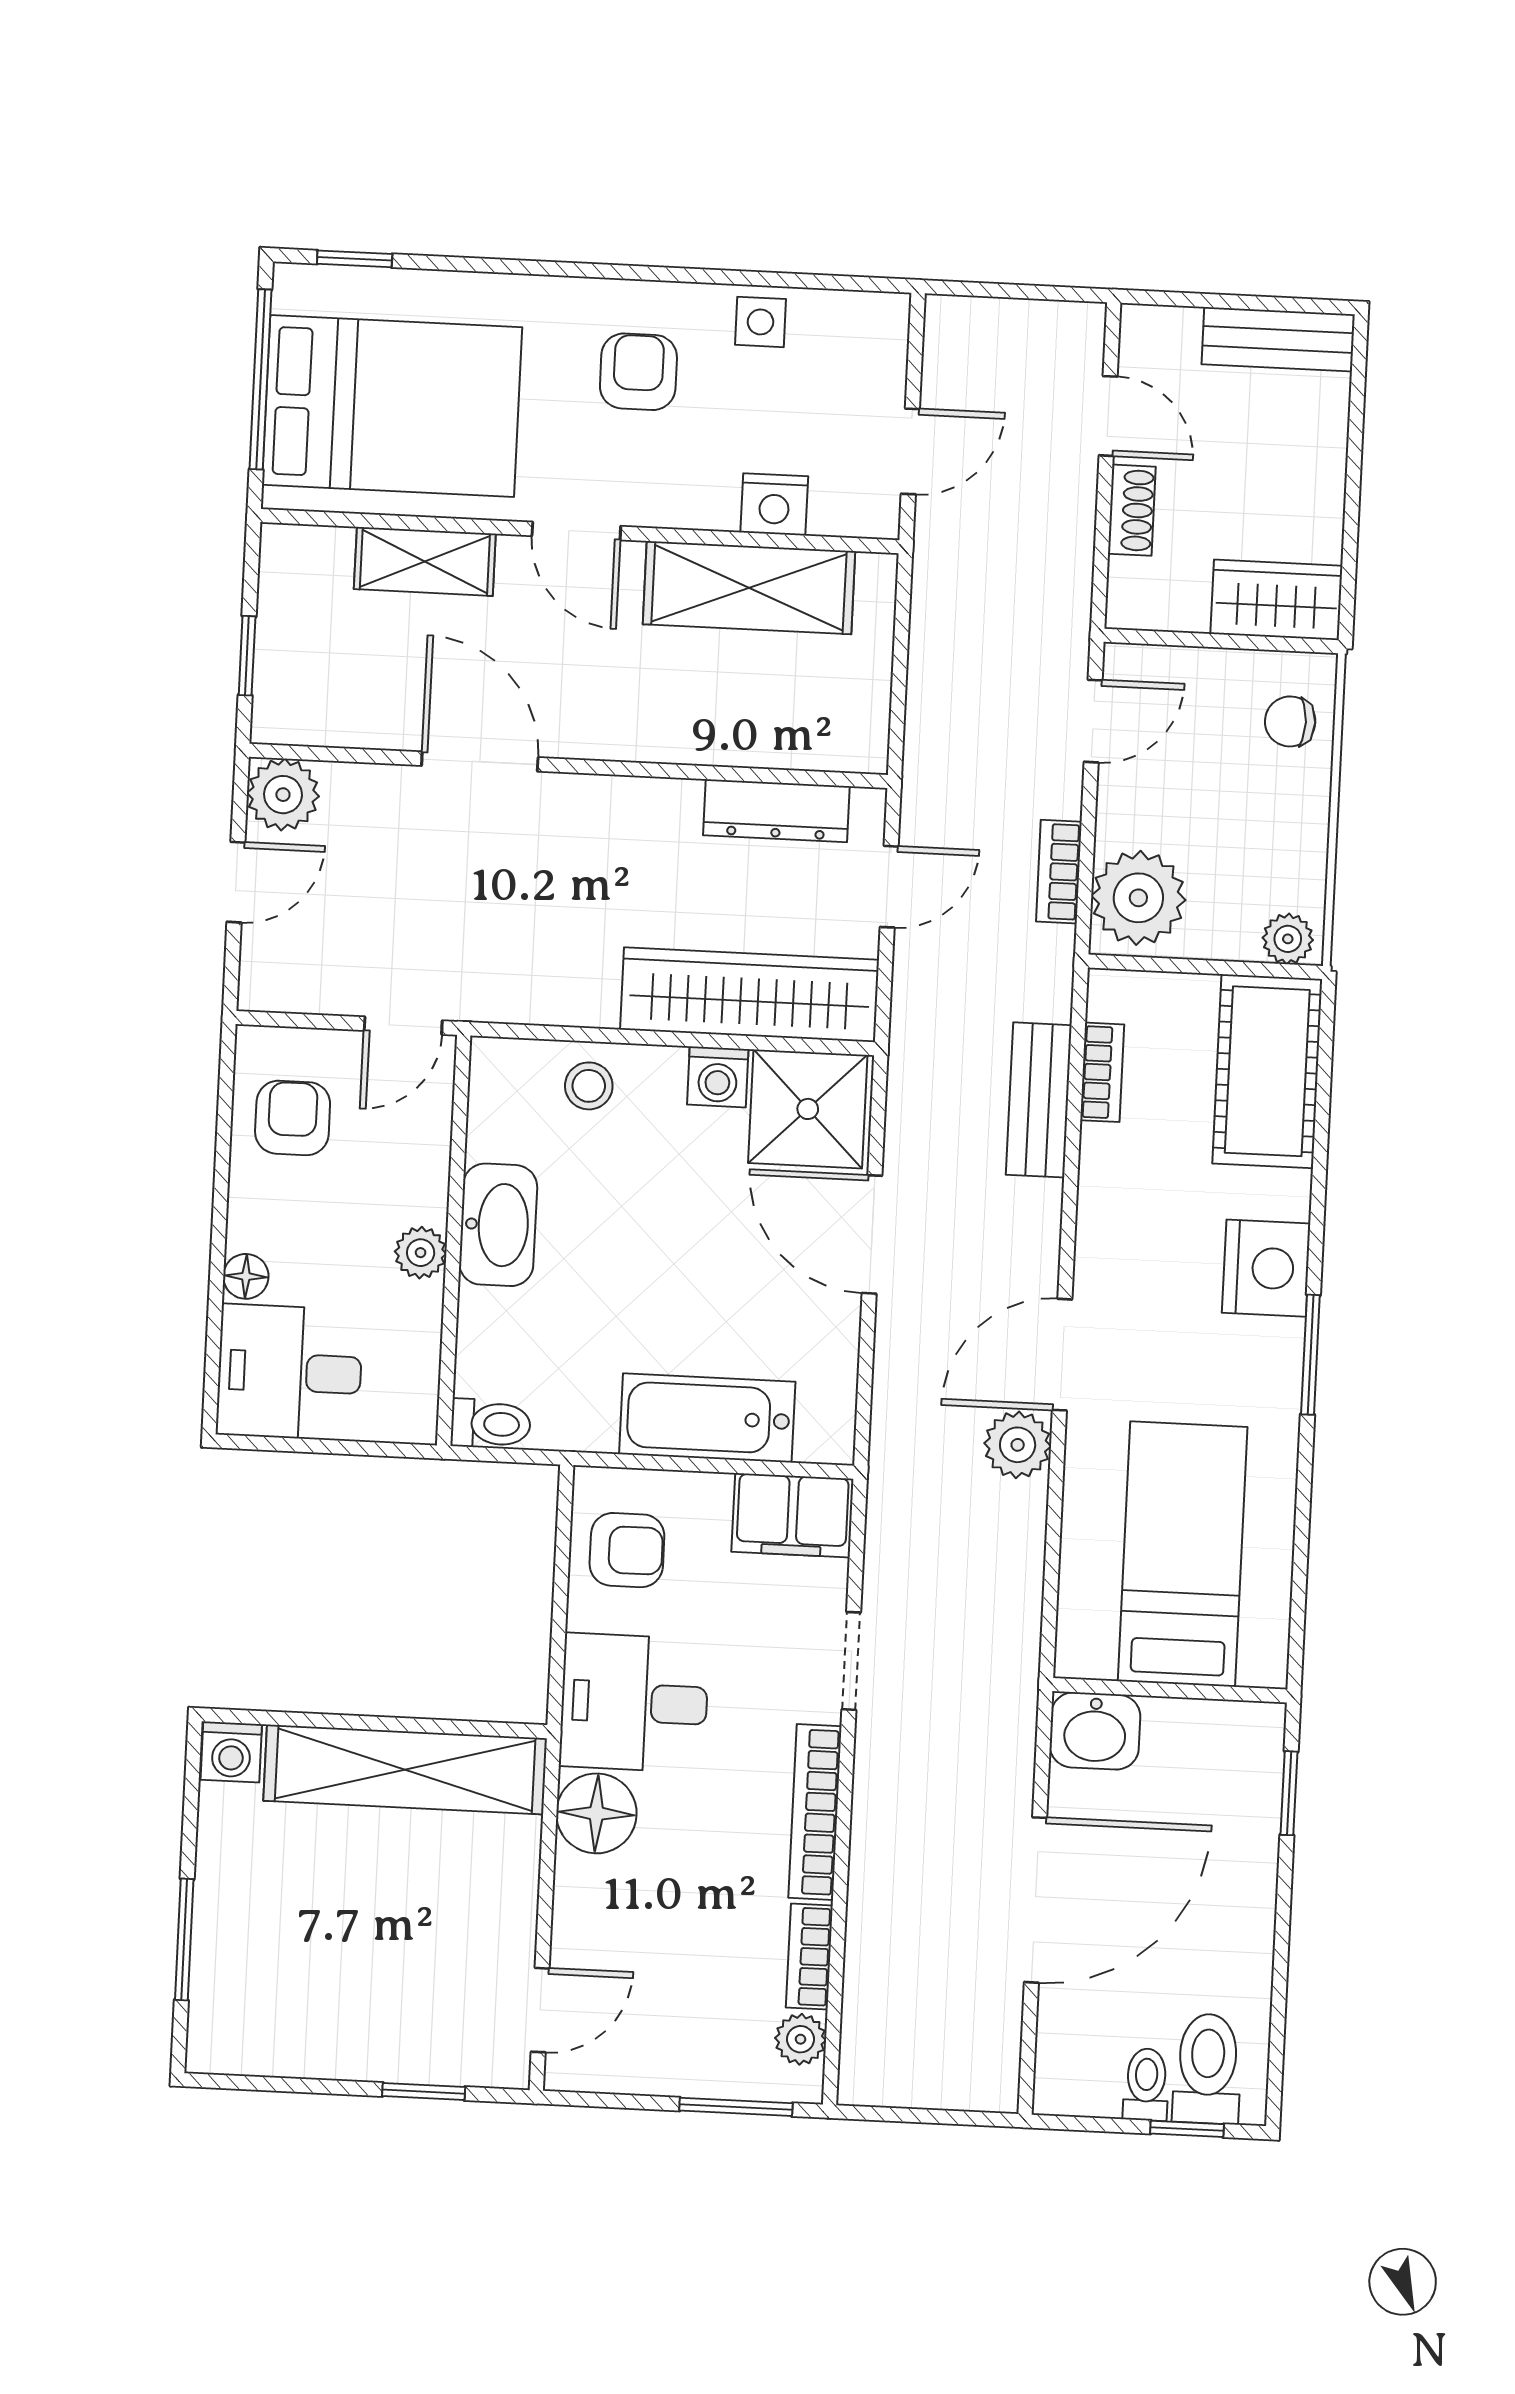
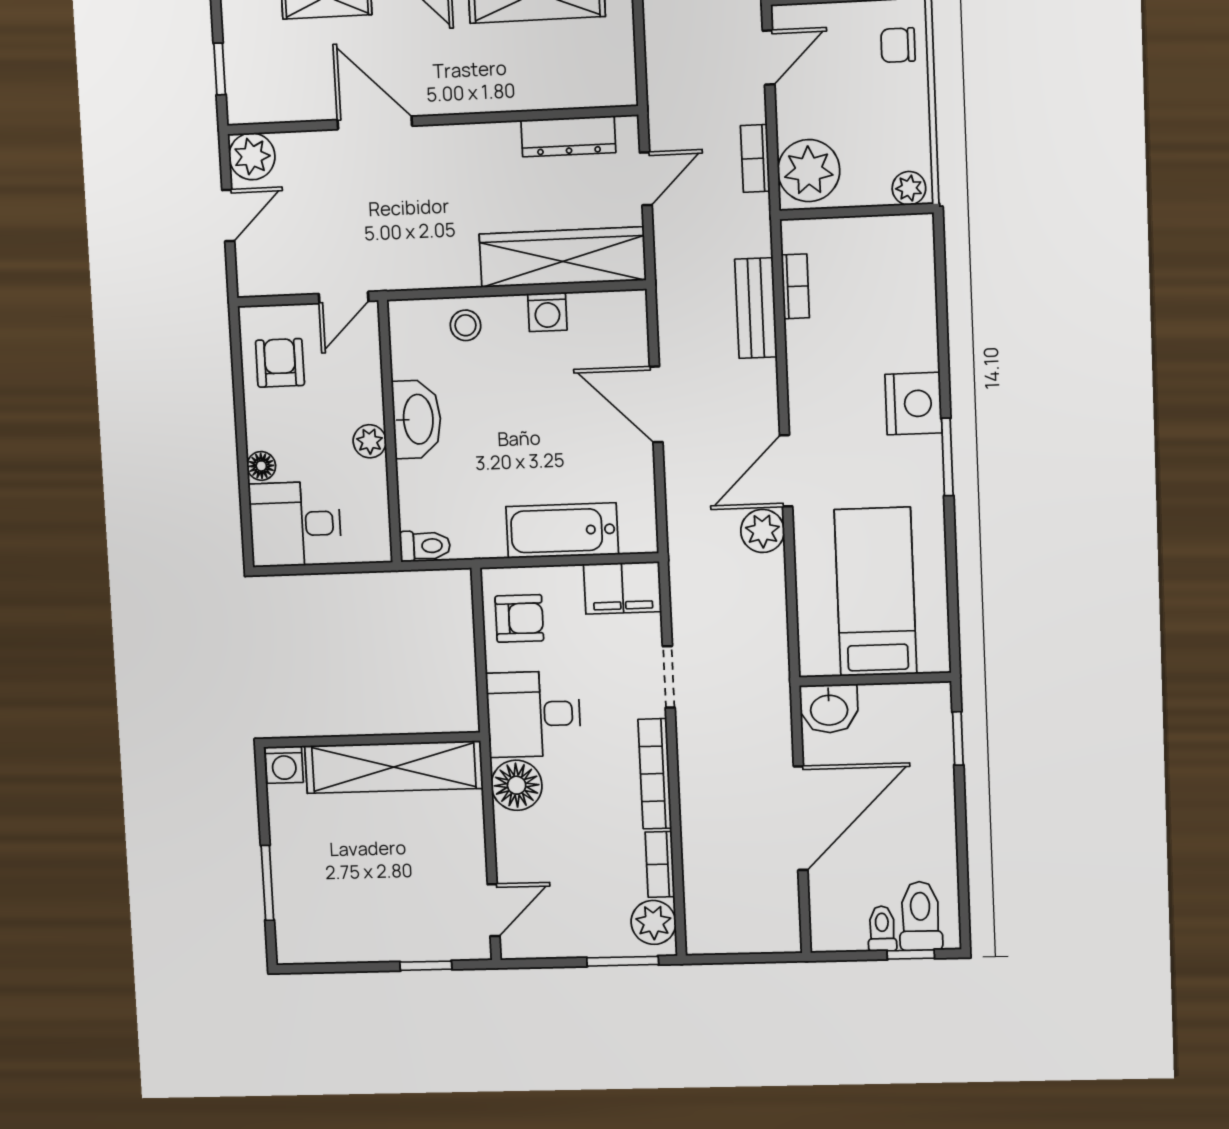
cot: (1267, 1071) -> (903, 276), removed
shower: (808, 1109) -> (607, 327), removed
plant: (801, 2039) -> (653, 922), width x1.38, depth x1.38

